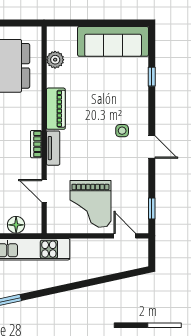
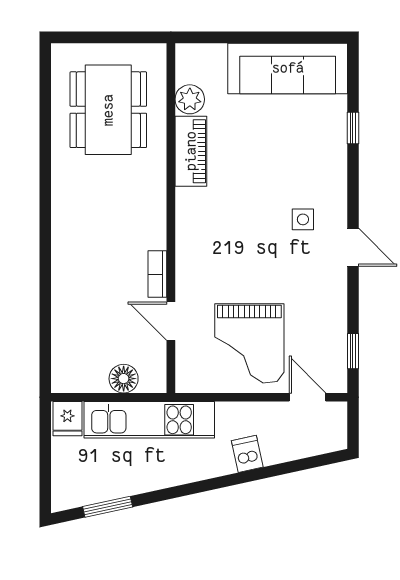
piano: (56, 109) -> (191, 151), moved
bookcase: (36, 144) -> (157, 274), moved
tv unit: (53, 148) -> (186, 249), removed
dishwasher: (89, 269) -> (247, 454), added

